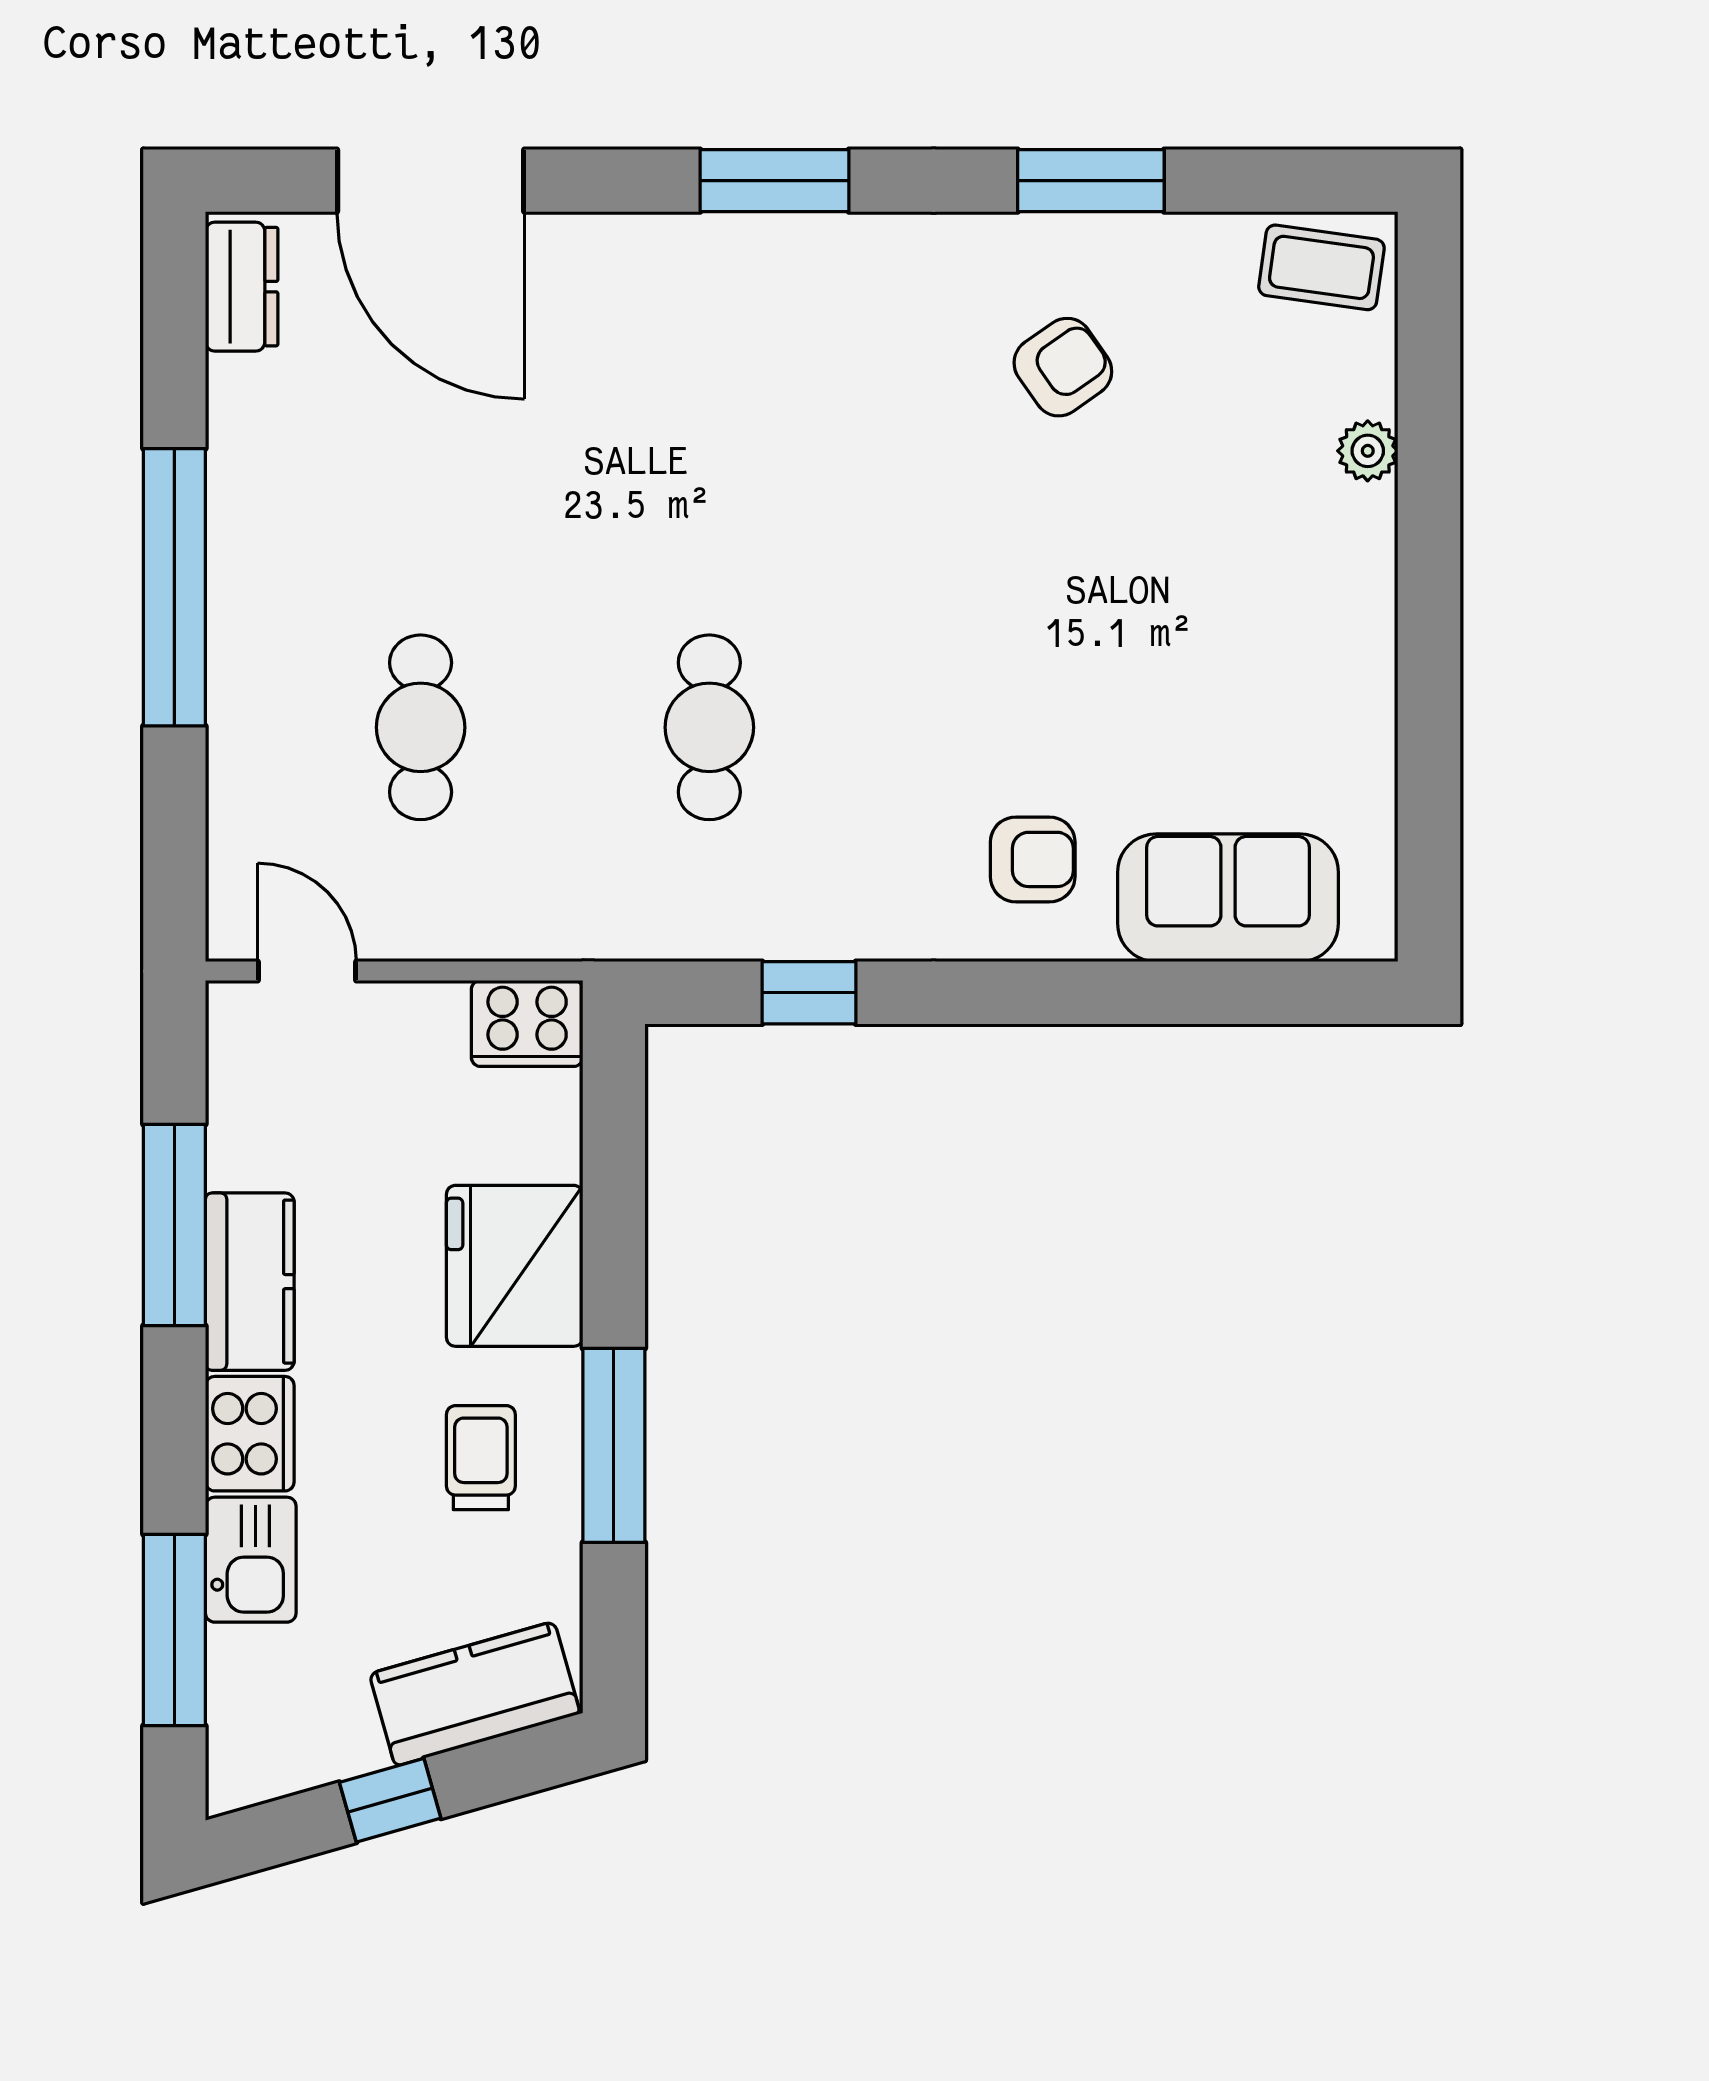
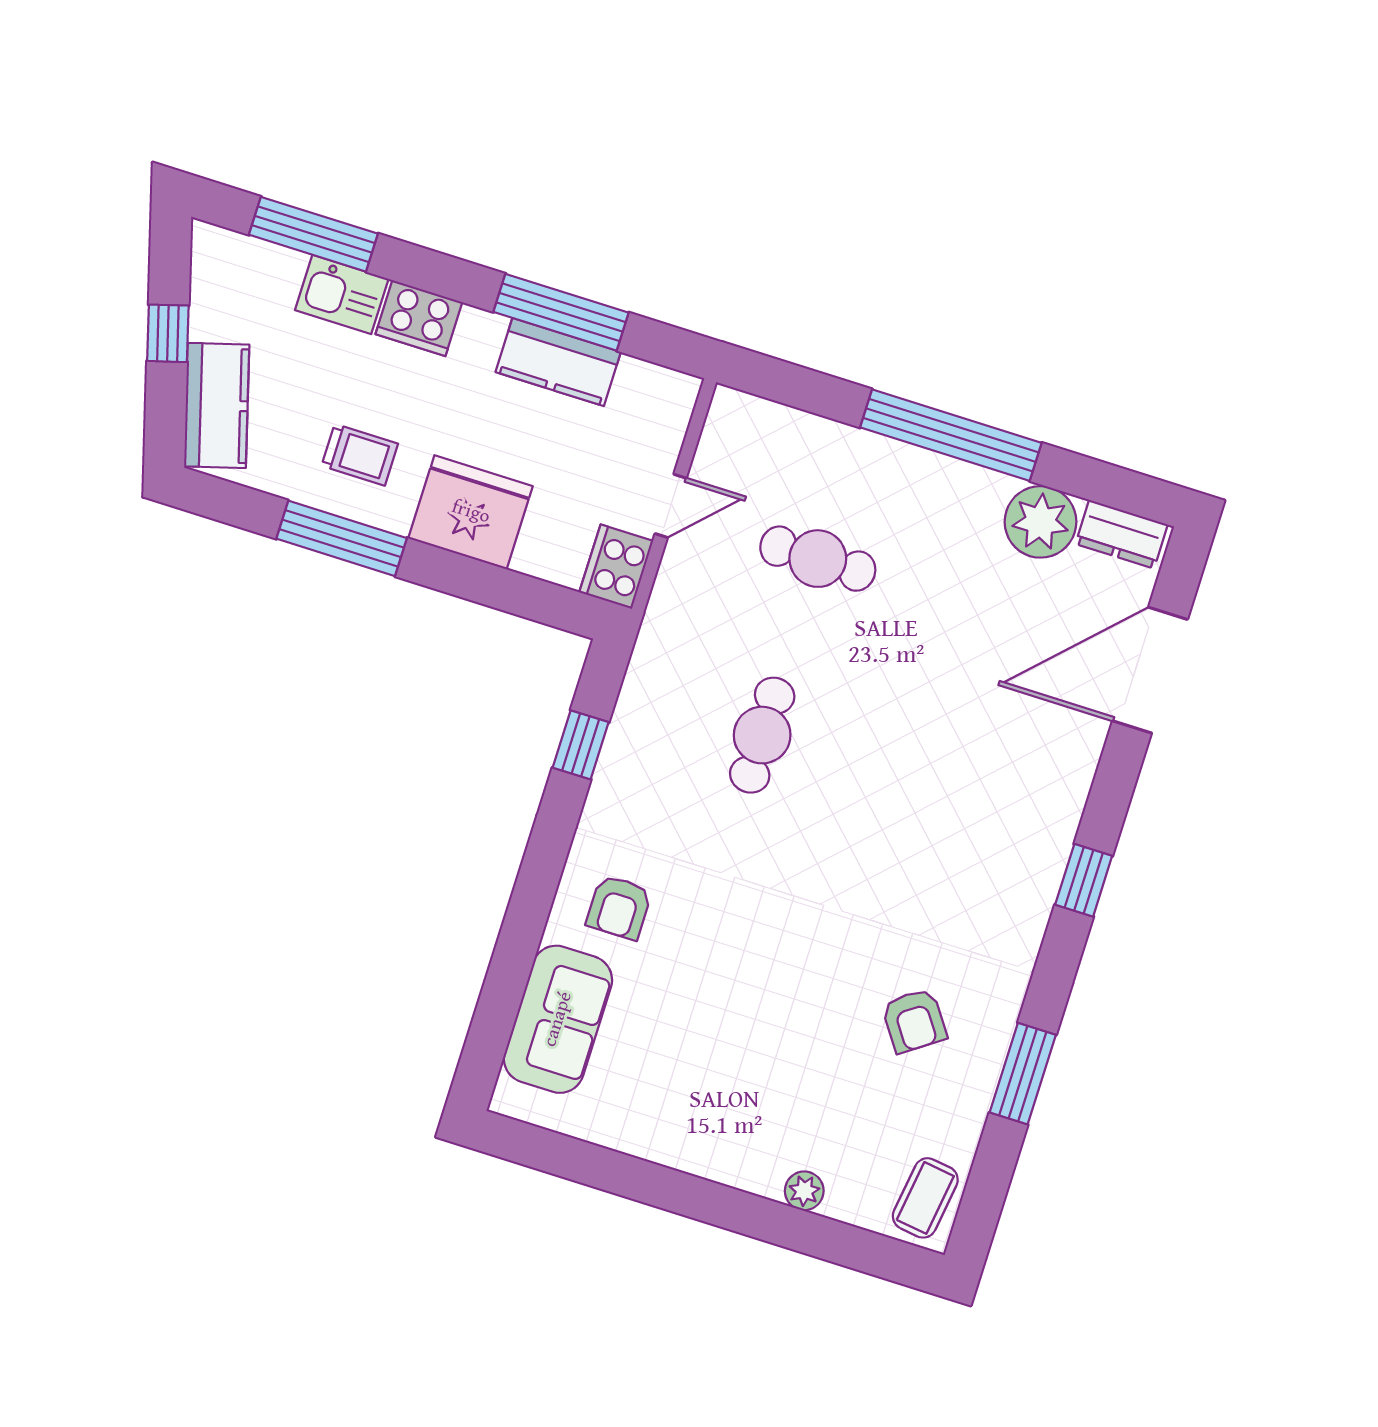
window: (774, 181) -> (1084, 880), width x0.67
plant: (261, 413) -> (1040, 522), added
cafe table: (709, 727) -> (762, 735), turned 90
door: (307, 971) -> (671, 506), moved
kitchen counter: (250, 1282) -> (558, 362), moved

